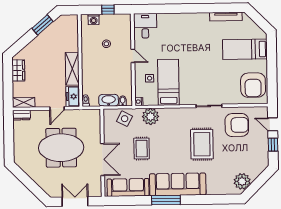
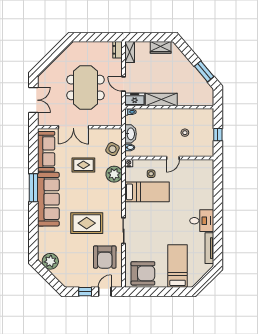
washing machine: (94, 20) -> (208, 121), removed
desk: (145, 26) -> (202, 221), moved
armchair: (253, 85) -> (143, 273), turned 180

